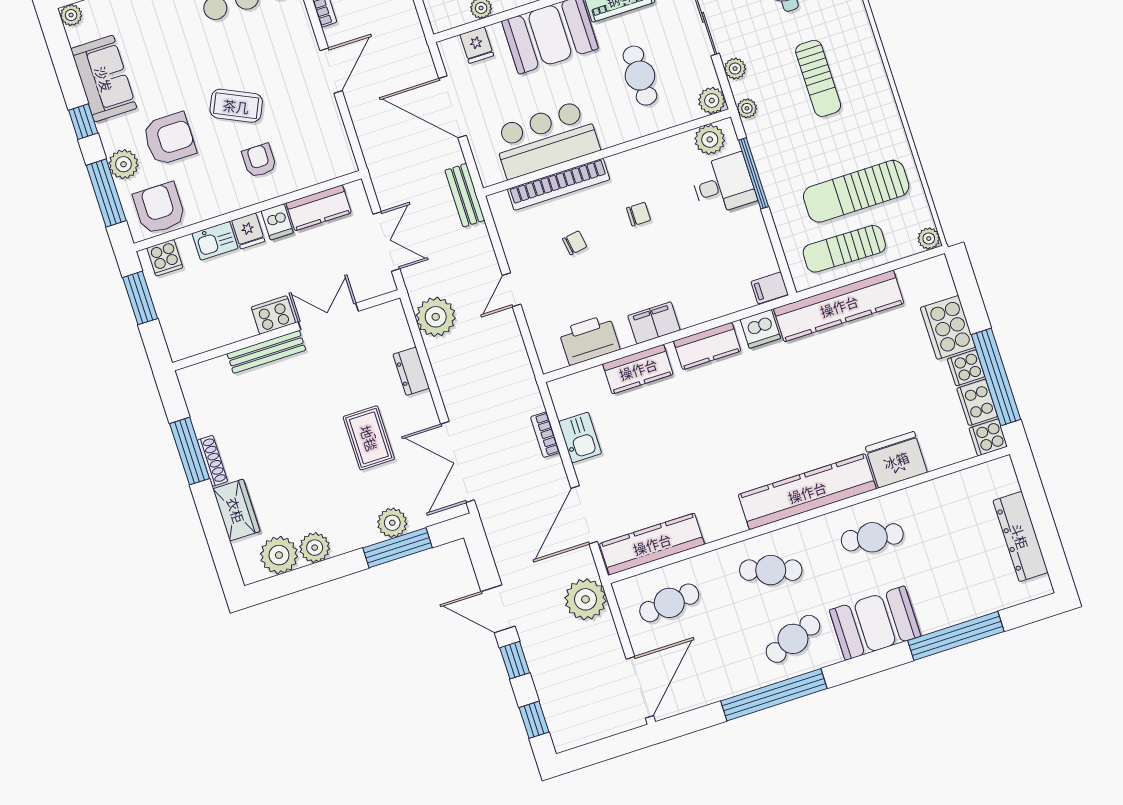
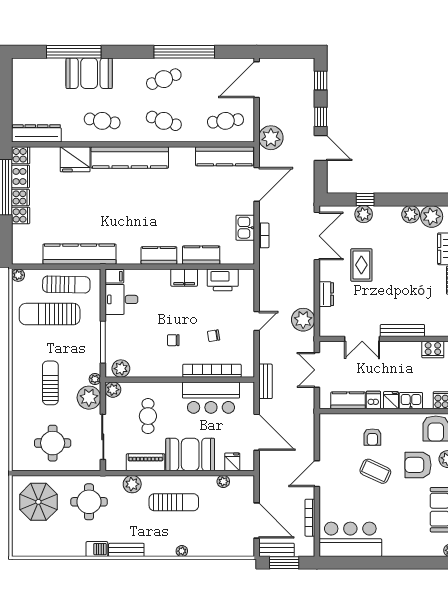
plant: (735, 69) -> (89, 398), width x1.88, depth x1.88
desk: (723, 184) -> (121, 299), moved
sun lounger: (856, 191) -> (50, 314), turned 180
cooker: (273, 315) -> (433, 350), moved
cooker: (948, 327) -> (21, 215), width x0.53, depth x0.76
dishwasher: (760, 329) -> (127, 255), removed
dresser: (1020, 536) -> (36, 133), moved, turned -90
window: (397, 548) -> (365, 199), width x0.46
booth: (875, 623) -> (89, 73), moved

